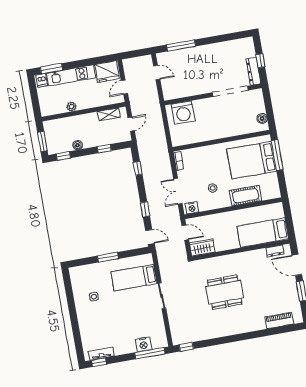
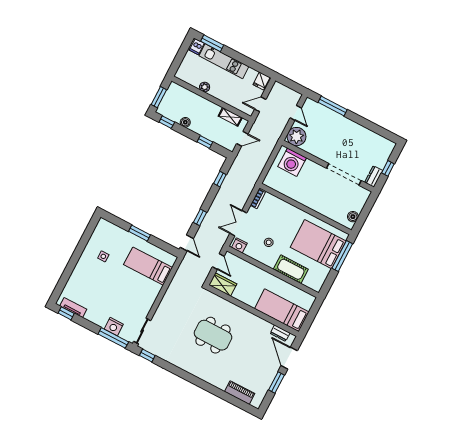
dresser: (253, 71) -> (374, 176), width x0.70
fridge: (107, 72) -> (261, 81), width x0.53, depth x0.75
plant: (171, 90) -> (296, 137), added
sliding door: (162, 296) -> (142, 331), moved

